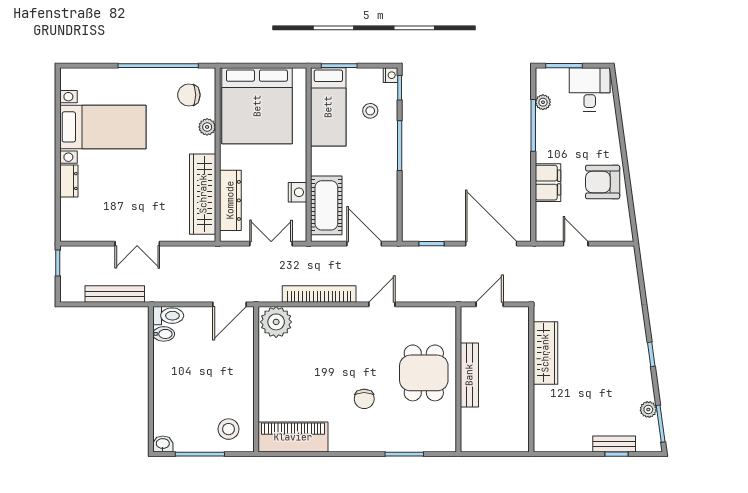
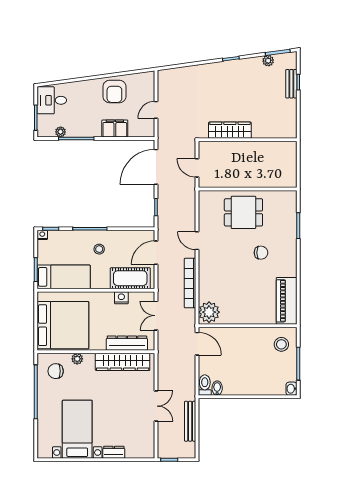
chair: (189, 95) -> (56, 371), turned 90
stool: (370, 111) -> (99, 249), moved
bench: (469, 375) -> (245, 182), removed

